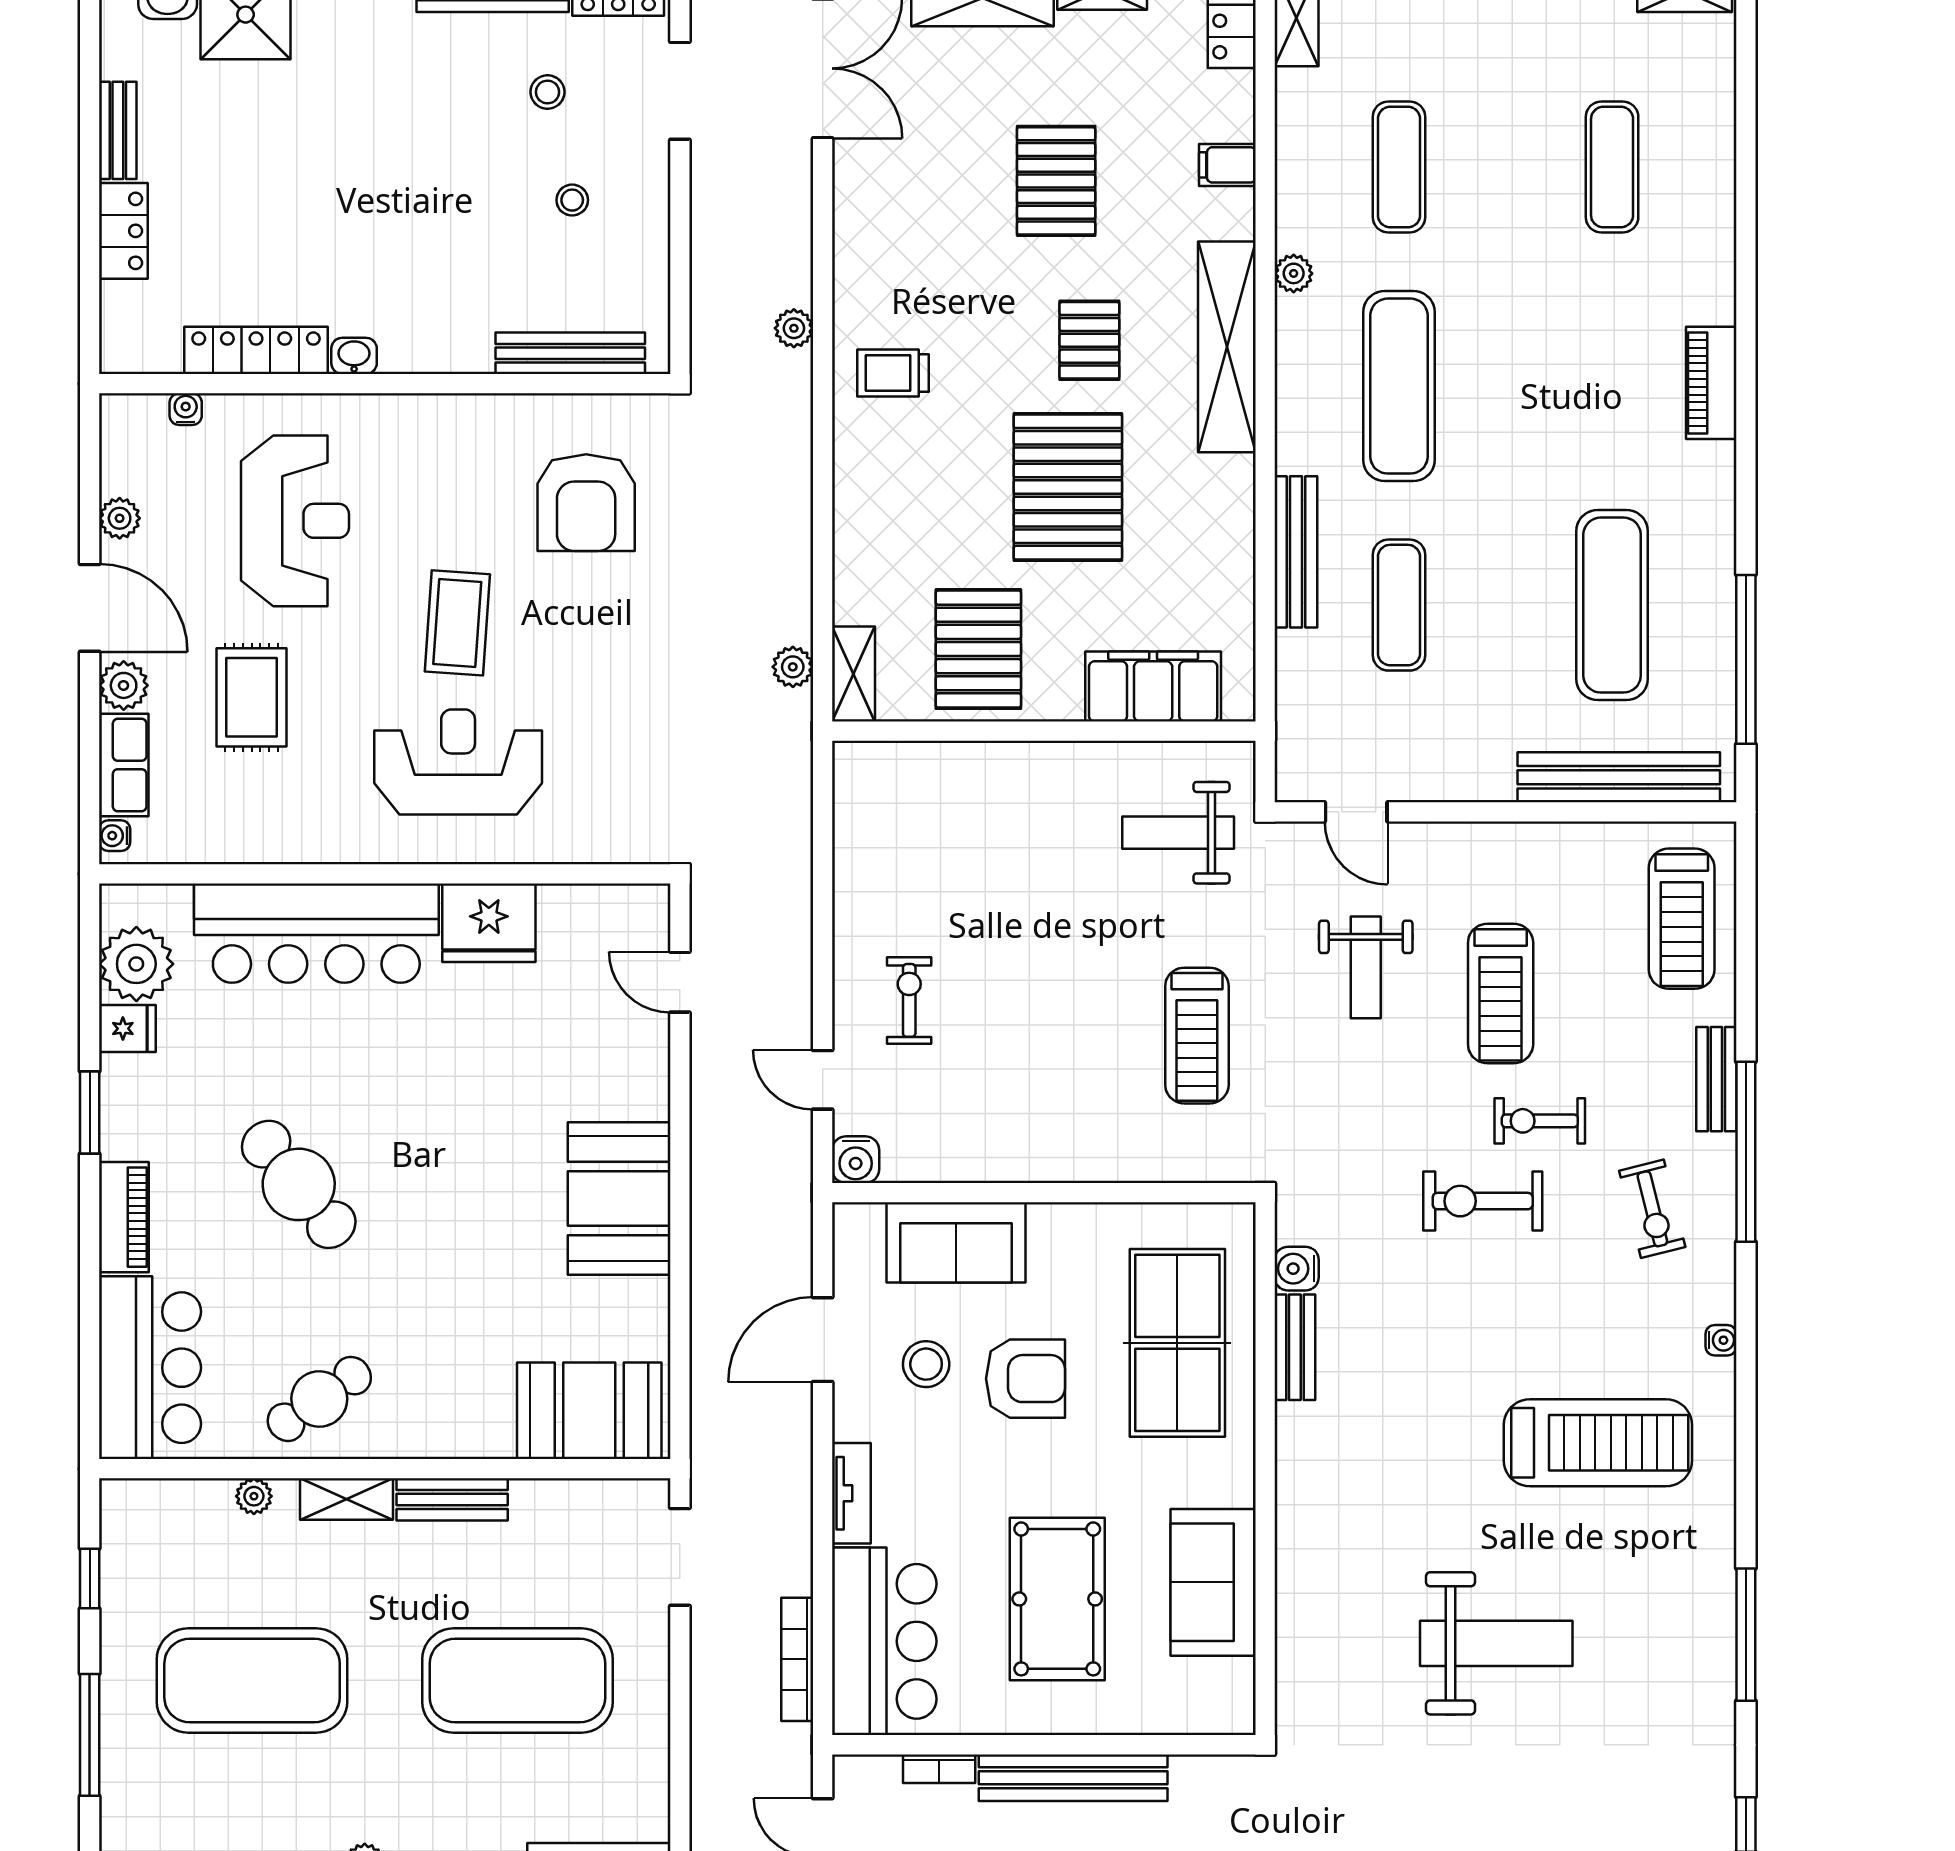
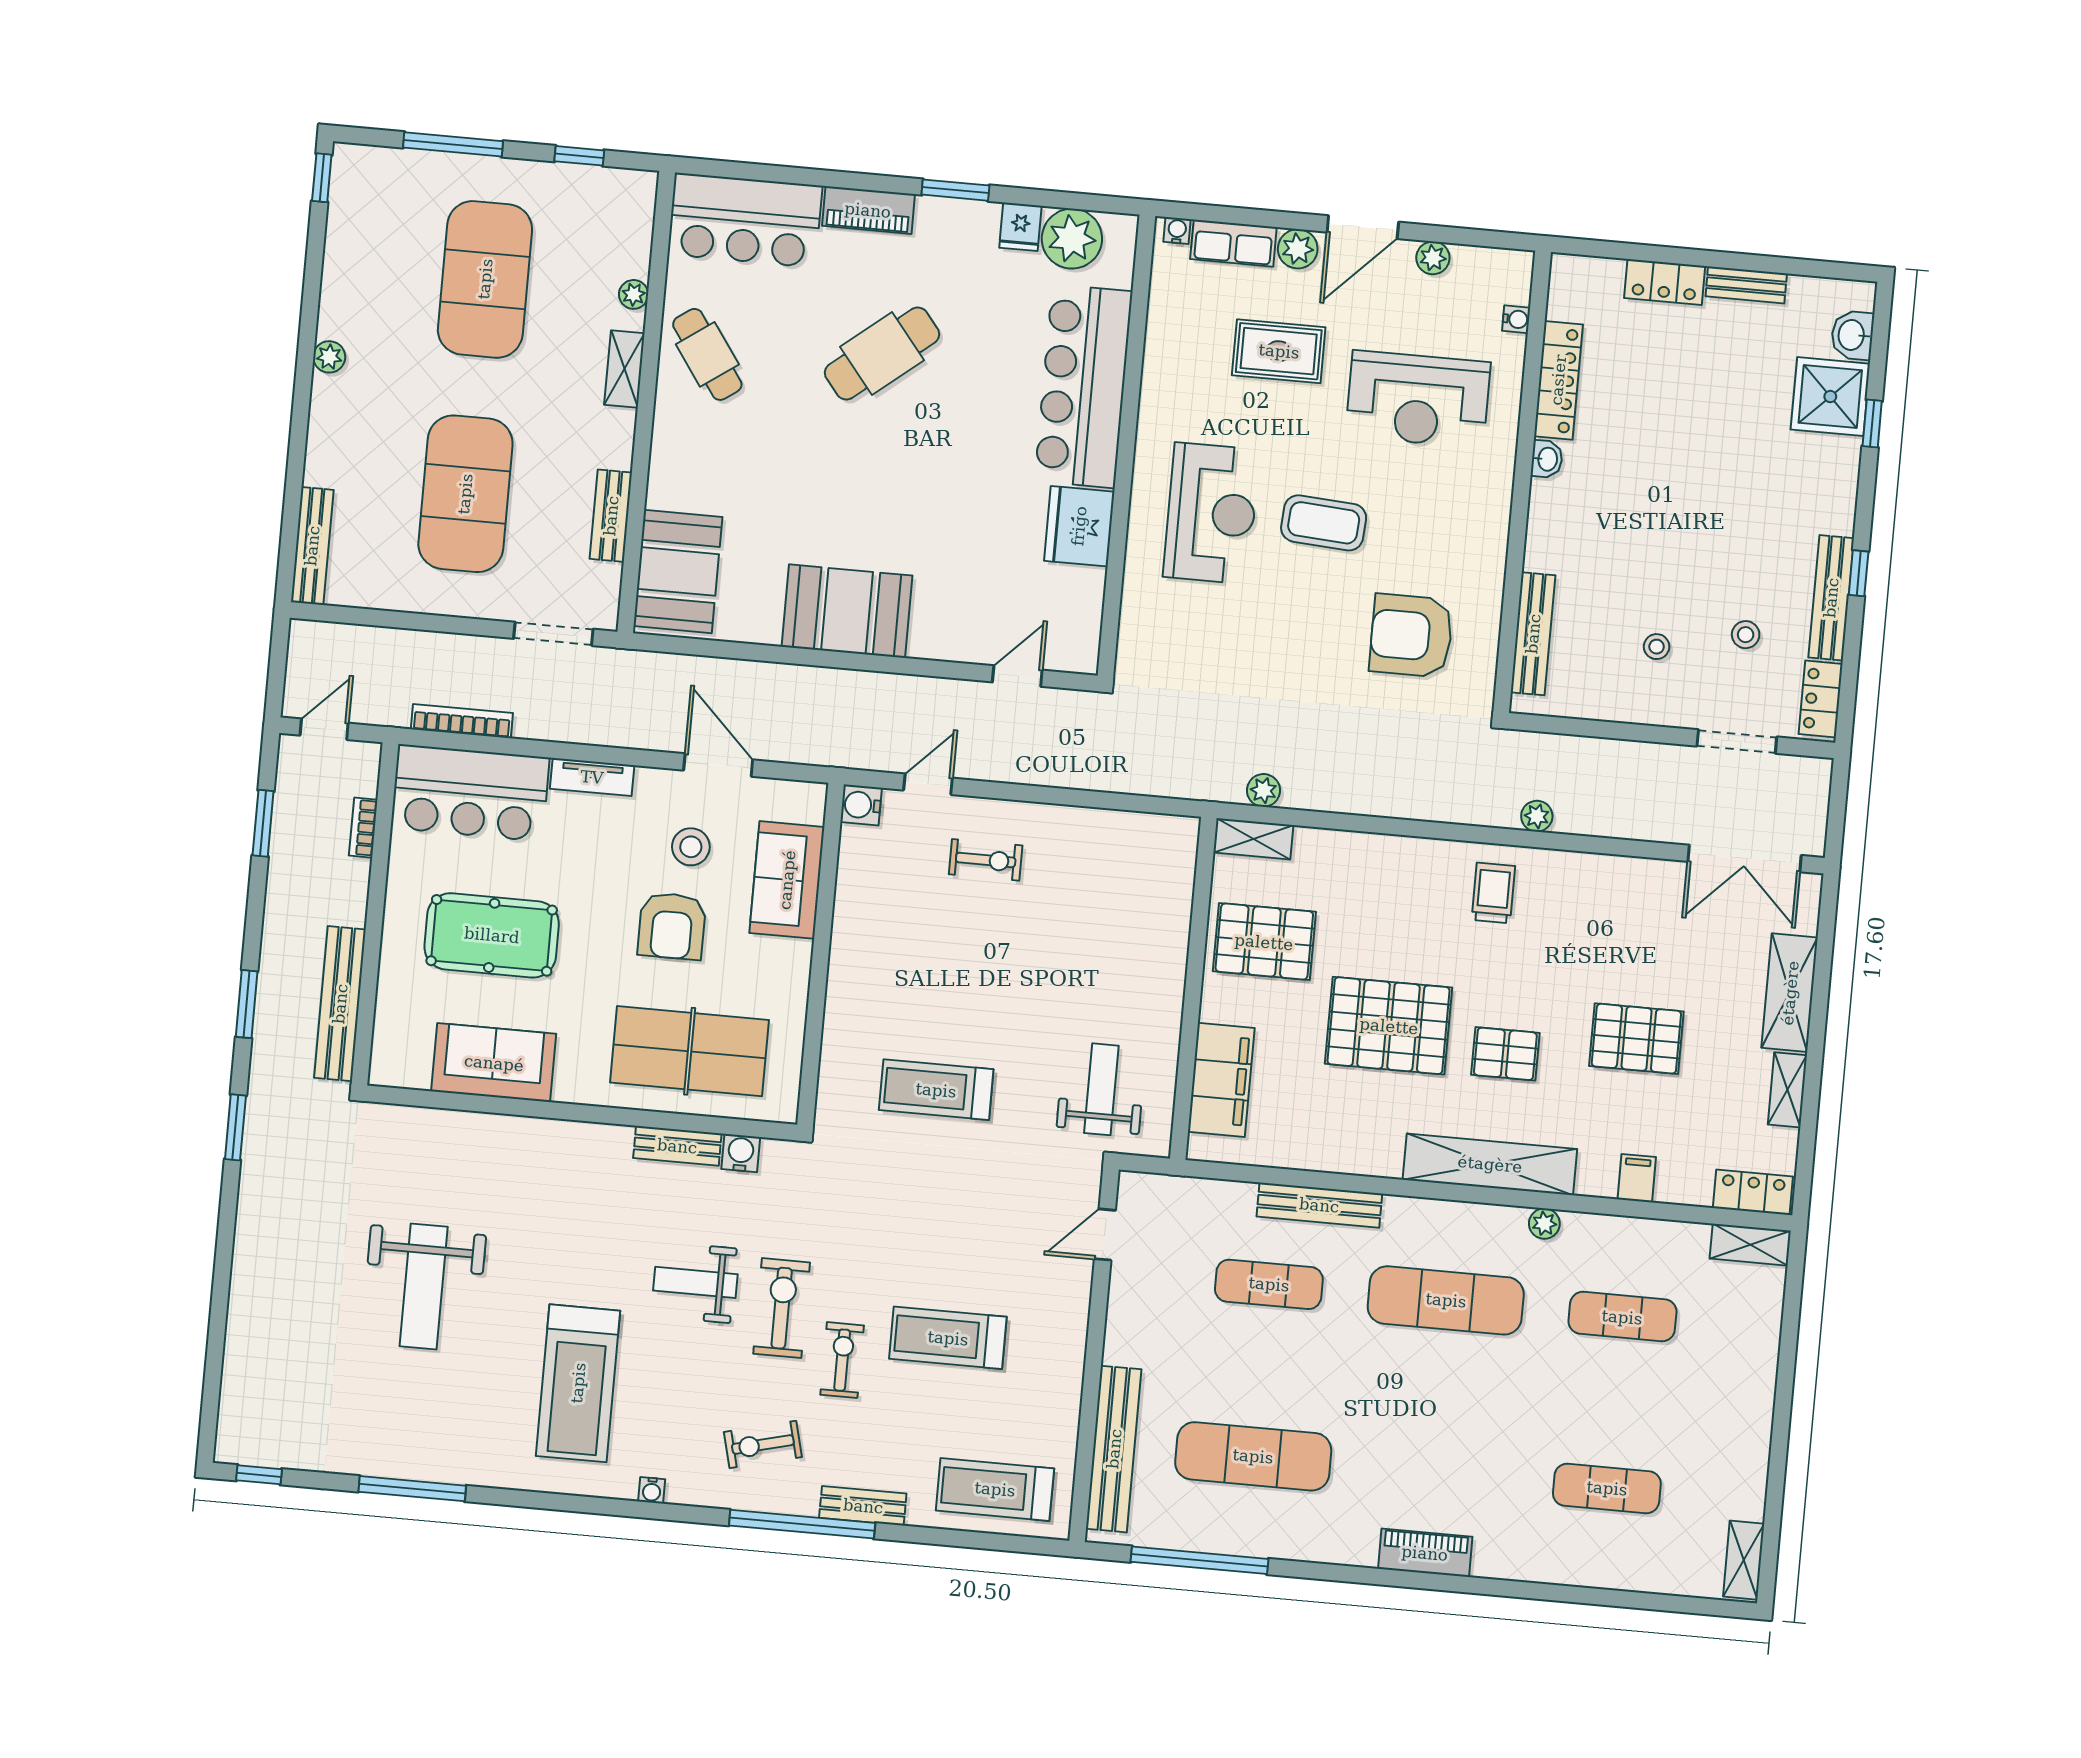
weight bench: (1366, 967) -> (695, 1282), moved
bench: (452, 1499) -> (611, 516), moved
bench: (1073, 1778) -> (340, 1004), moved

